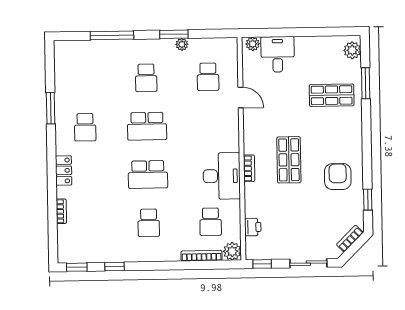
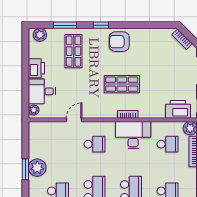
plant: (182, 44) -> (37, 168), width x1.87, depth x1.87
printer: (308, 47) -> (36, 68), added
school desk: (208, 77) -> (95, 144), moved
armchair: (338, 177) -> (119, 42), moved
window: (368, 200) -> (101, 25), moved
printer: (253, 227) -> (178, 109), width x1.87, depth x1.48

